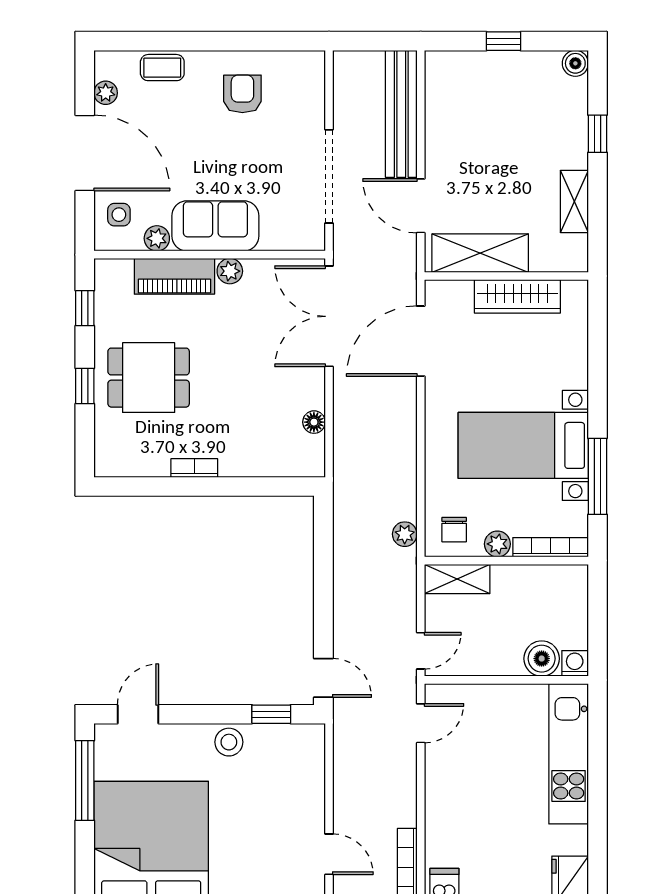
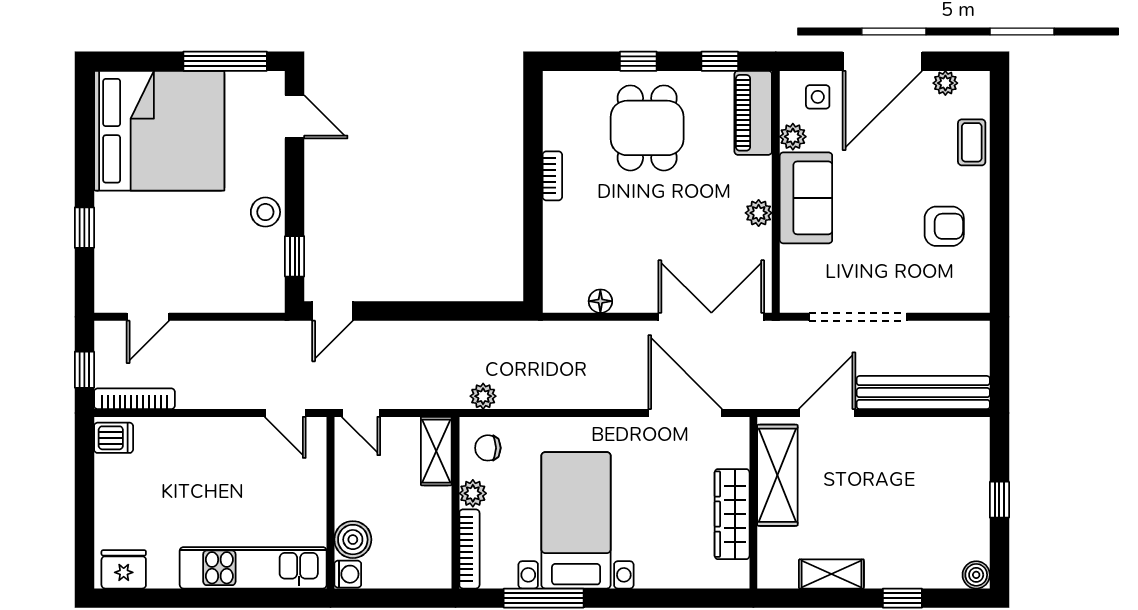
piano: (174, 276) -> (753, 113), moved

